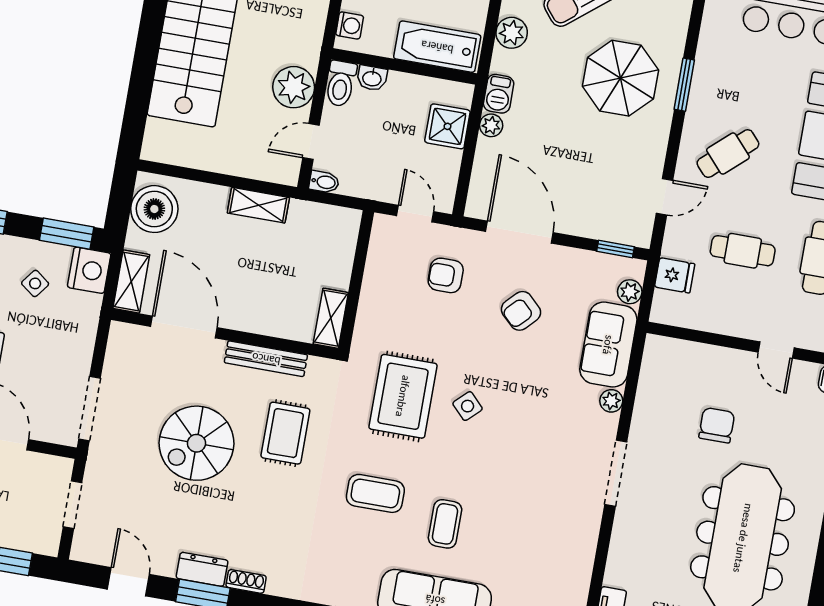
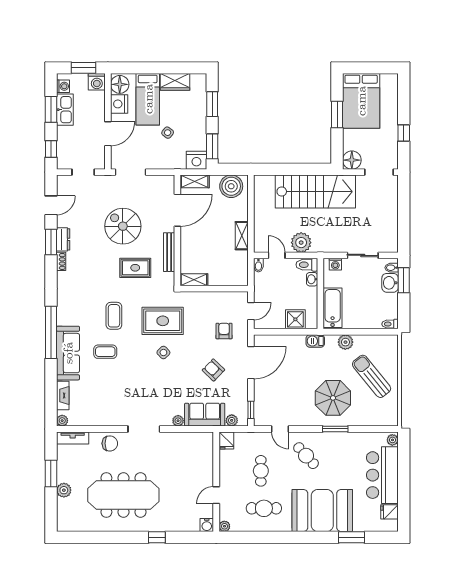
plant: (491, 125) -> (300, 340), removed
fridge: (675, 275) -> (226, 440), moved
side table: (35, 283) -> (168, 133), moved
chair: (717, 425) -> (110, 443), moved

